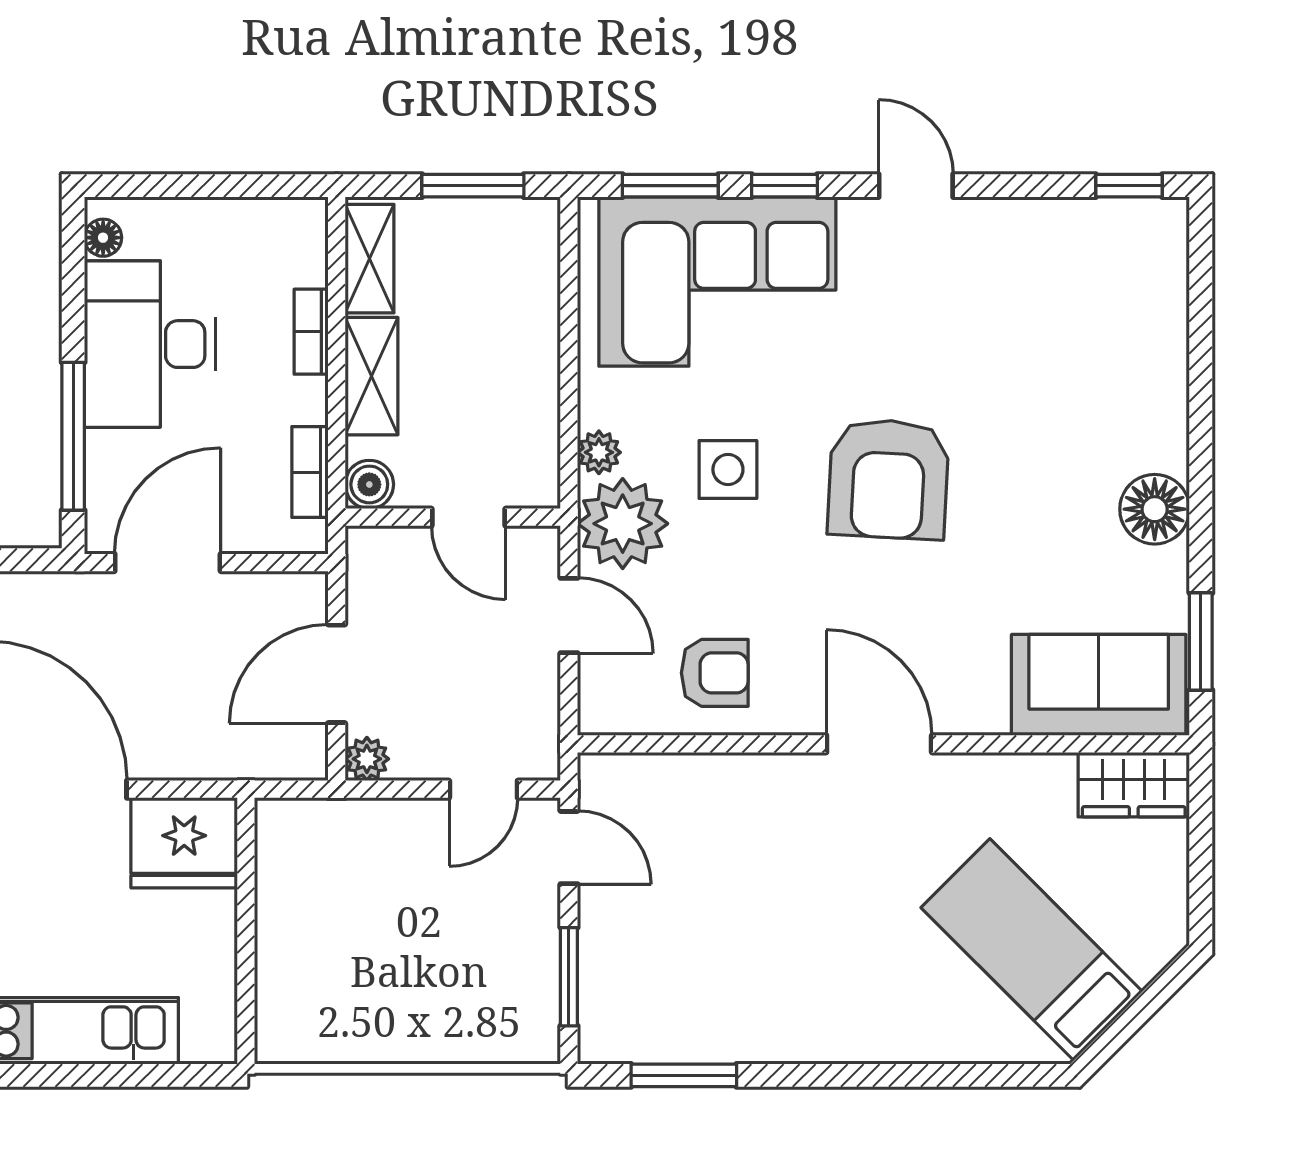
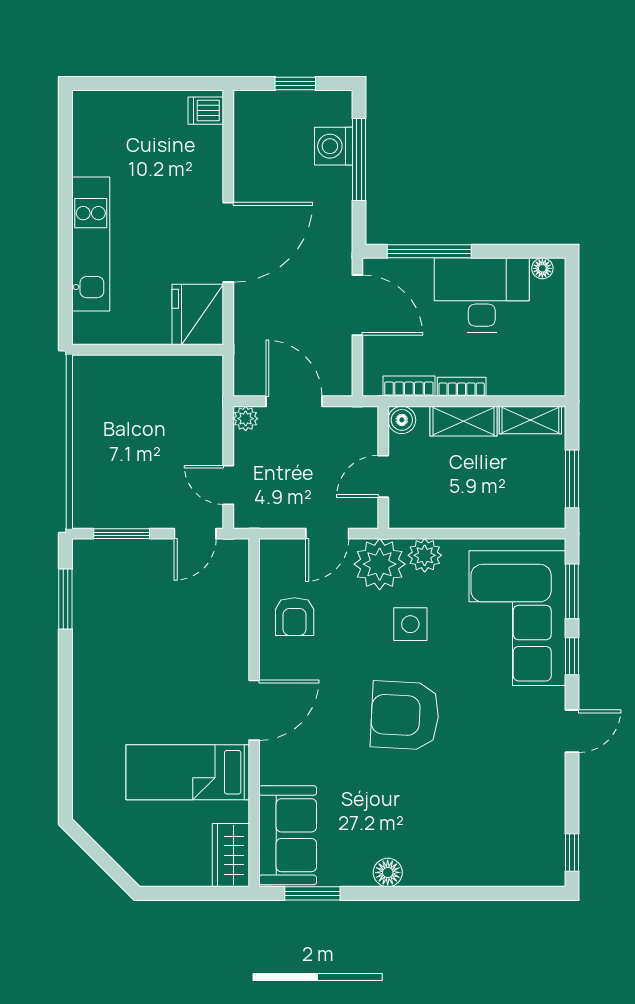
bookcase: (311, 332) -> (462, 387), moved
plant: (599, 452) -> (425, 555), width x1.38, depth x1.38
floor lamp: (1155, 509) -> (388, 872), width x0.73, depth x0.73
bed: (1032, 950) -> (188, 772), moved, turned -135

